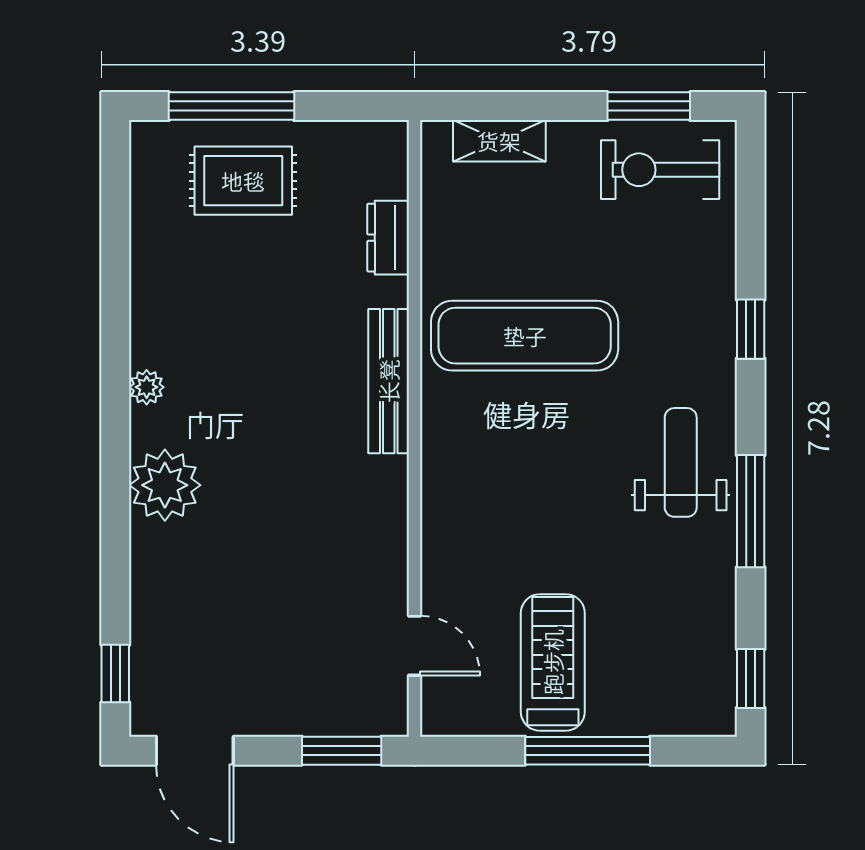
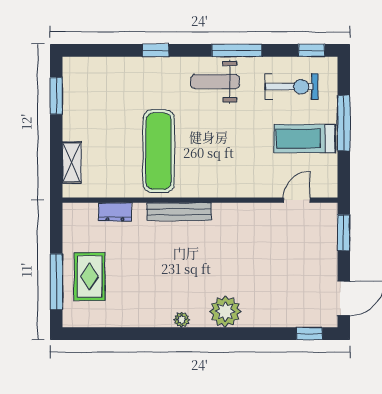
exercise bike: (660, 170) -> (292, 87), moved, turned -90

